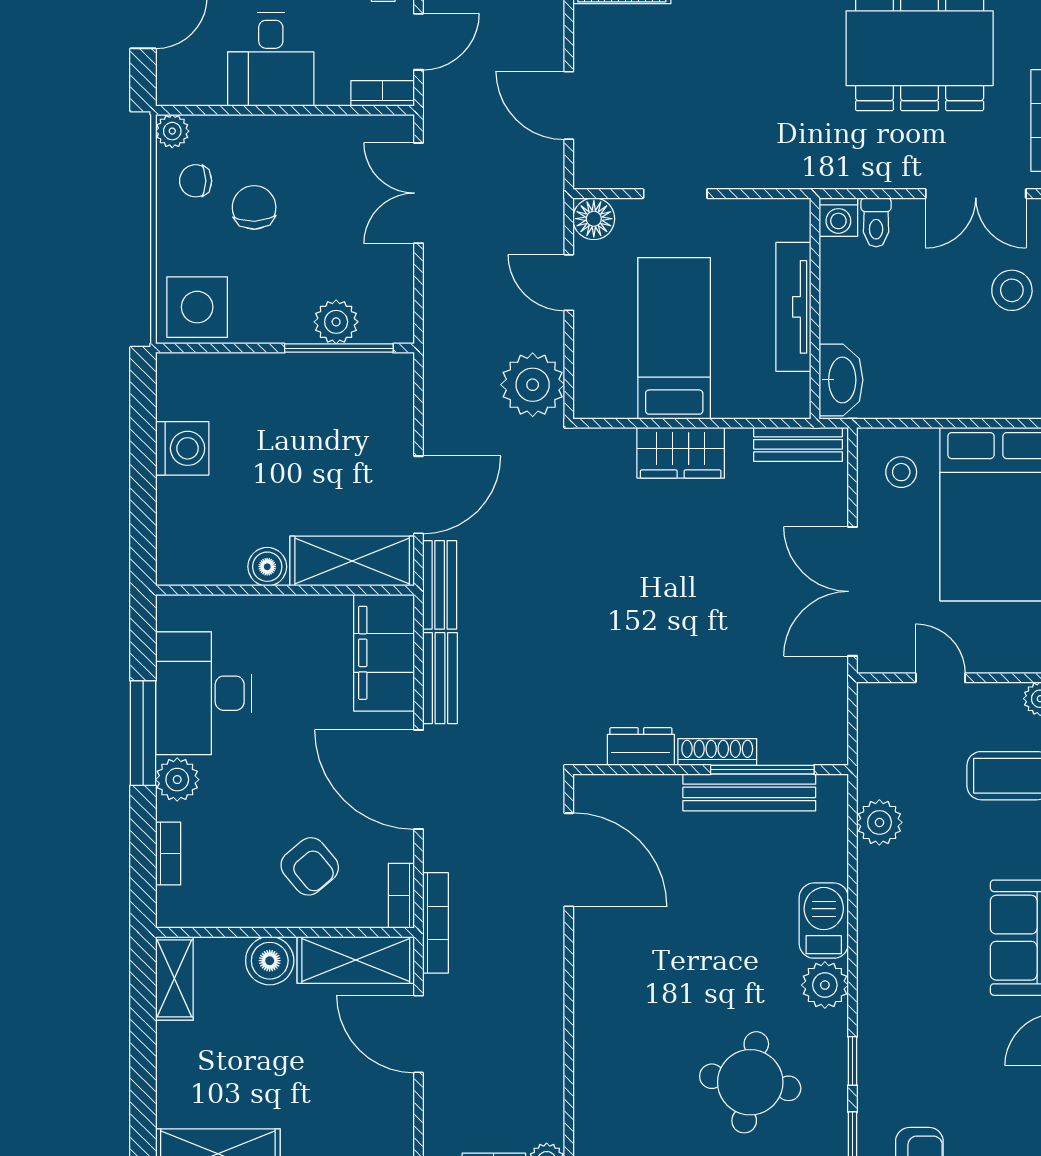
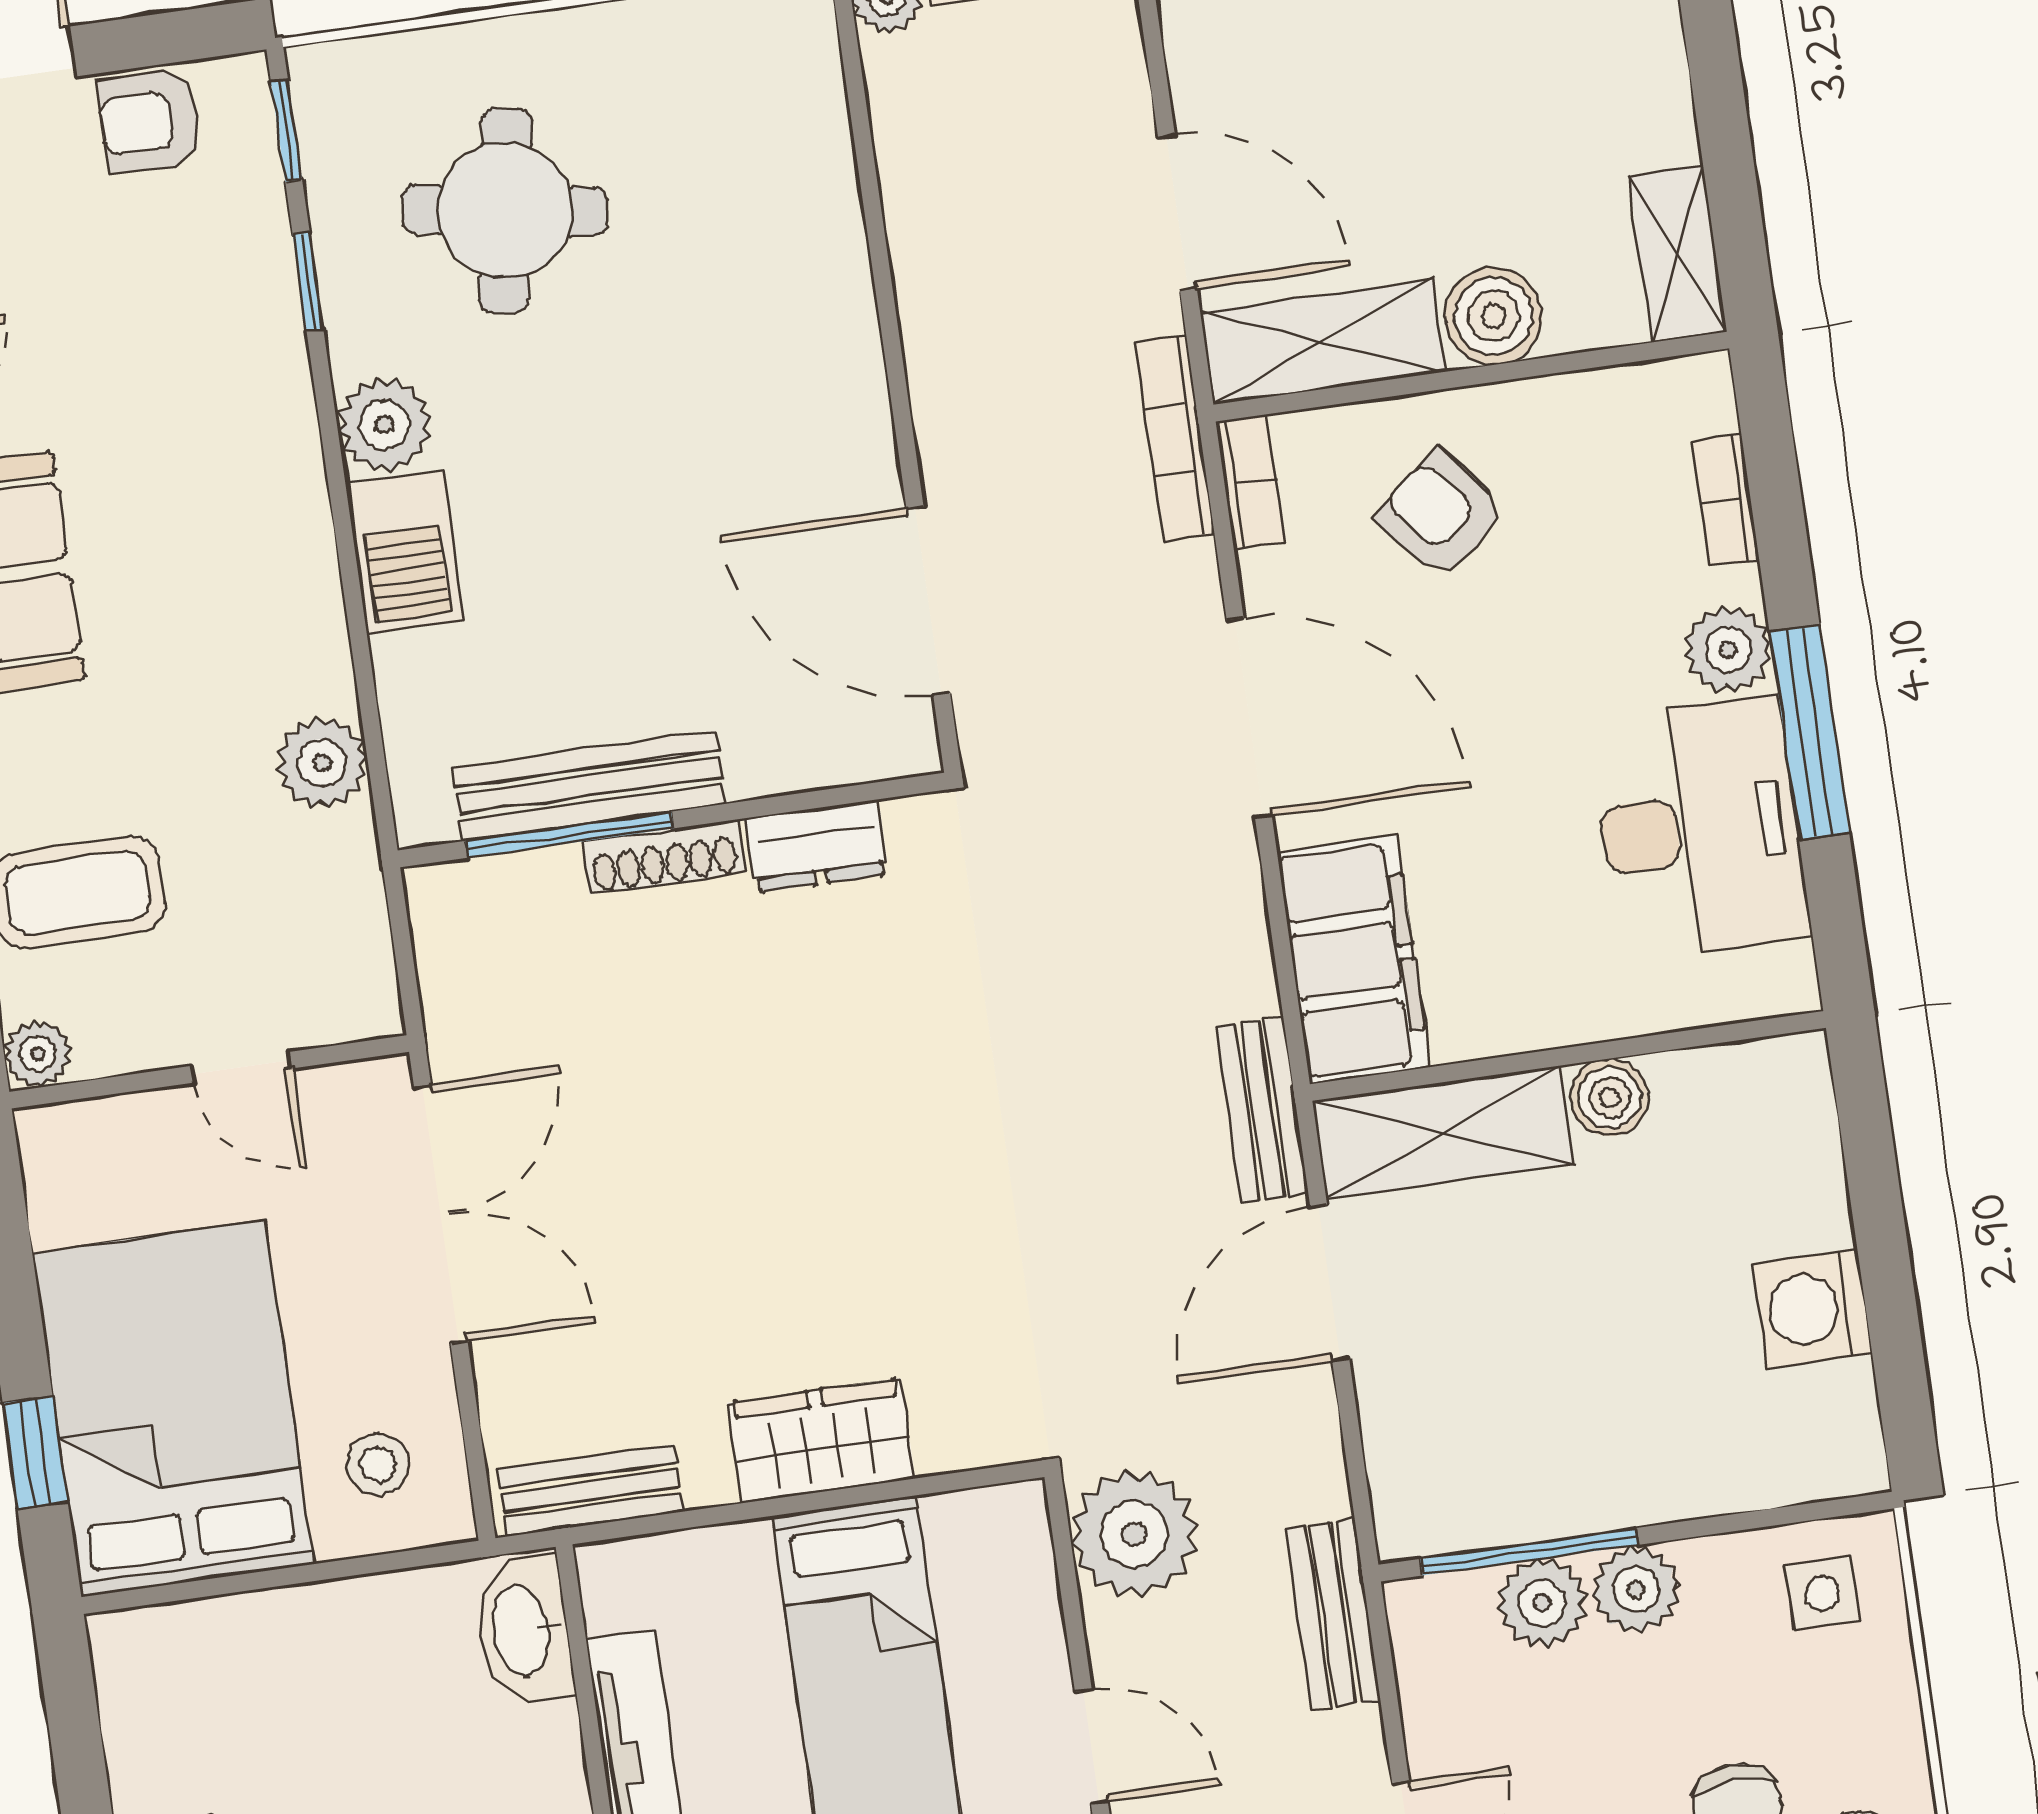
side table: (197, 307) -> (1822, 1593), width x0.54, depth x0.54
plant: (289, 322) -> (1636, 1589), added
bench: (440, 678) -> (1333, 1614), moved

